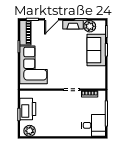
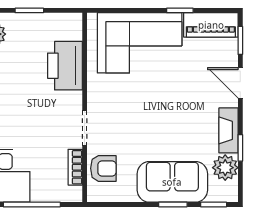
armchair: (90, 81) -> (103, 168), added
printer: (28, 109) -> (65, 66), moved, turned 90

